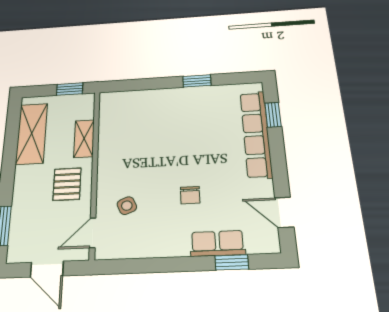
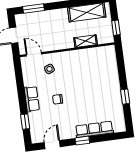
window: (273, 115) -> (82, 141), moved
row of seats: (256, 134) -> (94, 129), width x0.73
pallet: (67, 184) -> (59, 37), removed
row of seats: (217, 243) -> (32, 99), moved

